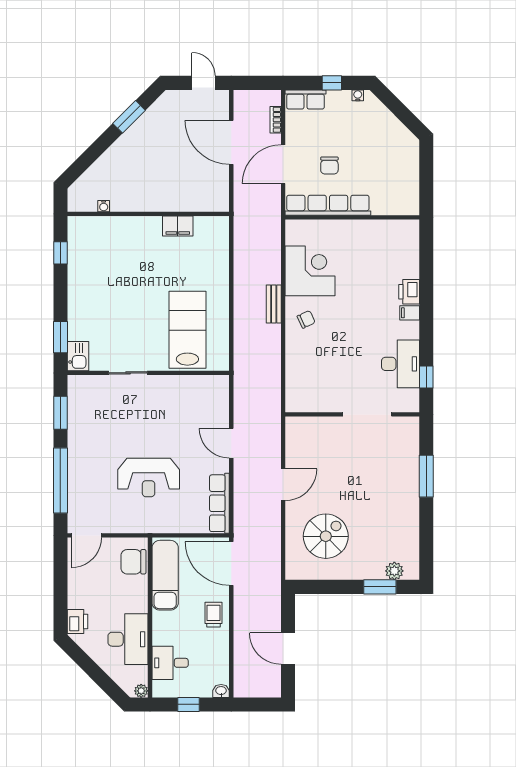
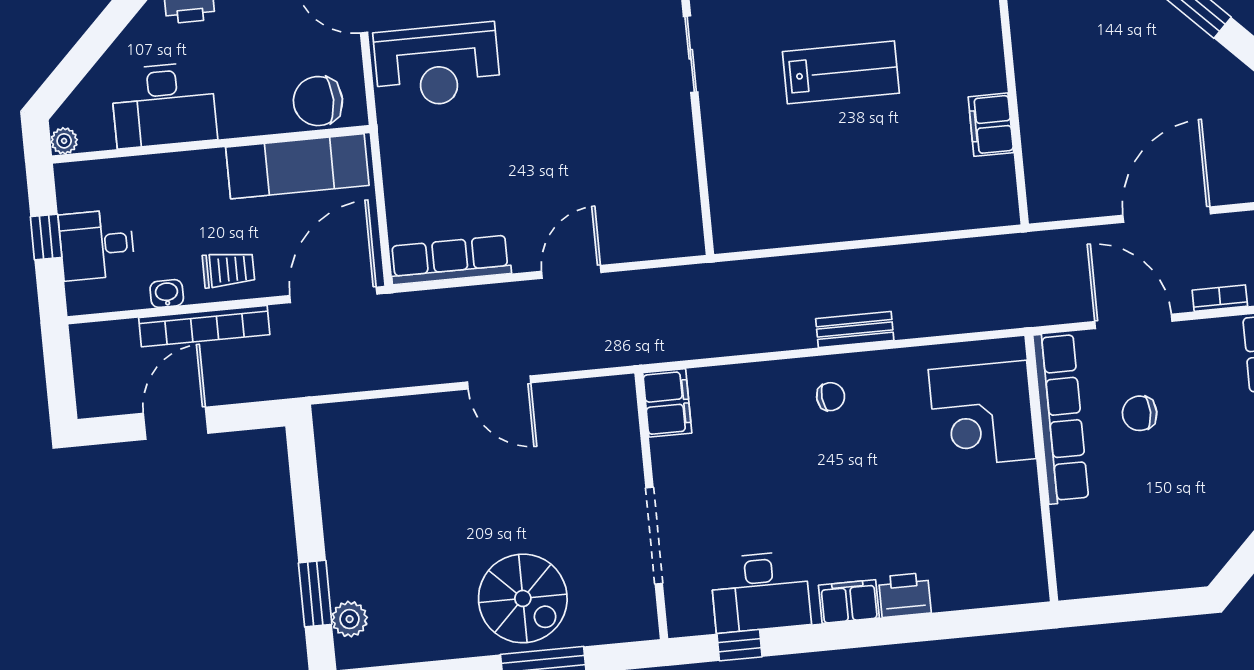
corner desk: (310, 271) -> (982, 414), moved, turned 90
filing cabinet: (410, 313) -> (849, 602), width x2.00
chair: (306, 319) -> (831, 397), turned -70
lab bench: (187, 330) -> (841, 72), moved, width x0.73, depth x0.72
filing cabinet: (301, 401) -> (667, 403), added
reception desk: (149, 477) -> (437, 65), moved, turned -90
spiral stairs: (326, 536) -> (523, 598), moved
chair: (133, 562) -> (318, 101), turned -90
bookcase: (241, 630) -> (204, 326), added
desk: (170, 663) -> (97, 245), moved, turned -90
washbasin: (221, 691) -> (167, 294), moved, turned -90

